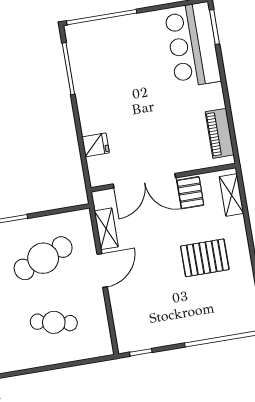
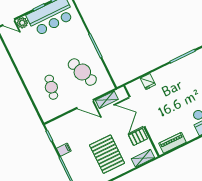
pallet: (205, 258) -> (107, 154), width x1.37, depth x1.41
filing cabinet: (173, 333) -> (64, 150), added

